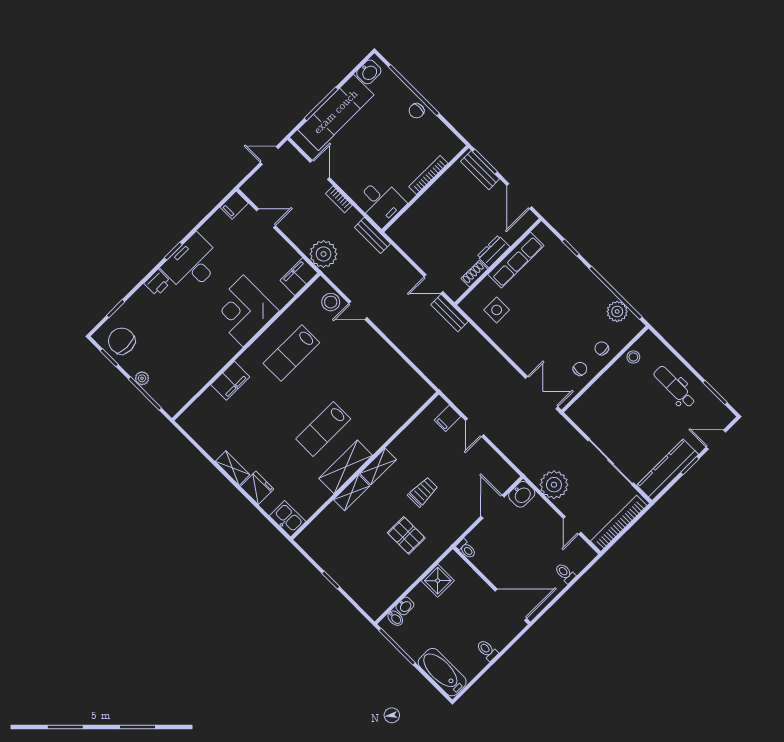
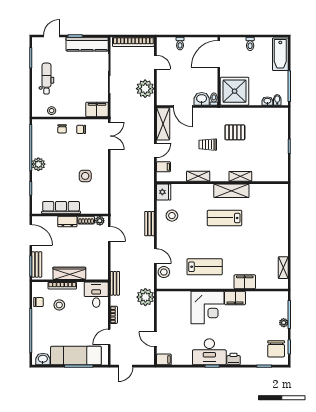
chair: (417, 111) -> (38, 302), moved
stool: (410, 150) -> (59, 305), added
door: (269, 155) -> (126, 366), hinge flipped
wardrobe: (434, 196) -> (69, 273), added
door: (519, 196) -> (31, 235), hinge flipped
filing cabinet: (299, 277) -> (235, 298), moved
plant: (458, 288) -> (100, 221), added
side table: (497, 310) -> (85, 176), moved
plant: (617, 311) -> (38, 164), moved
bench: (449, 313) -> (149, 224), moved
stool: (384, 374) -> (172, 216), added
dental chair: (675, 387) -> (46, 79), turned 180
double door: (542, 393) -> (109, 136), swing flipped
filing cabinet: (584, 408) -> (97, 109), added
lab bench: (323, 429) -> (225, 218), turned 180
door: (716, 440) -> (52, 36), swing flipped
shelving: (495, 465) -> (163, 124), added
shelving: (378, 466) -> (198, 176), moved
shelving: (233, 468) -> (283, 268), moved
fridge: (257, 488) -> (164, 192), moved, turned 180
washbasin: (522, 494) -> (202, 99), moved
door: (493, 507) -> (183, 106), hinge flipped
kitchen sink: (288, 519) -> (281, 193), removed
door: (572, 525) -> (155, 62), hinge flipped
pallet: (406, 535) -> (235, 132), turned 90
shower: (438, 581) -> (235, 91), width x1.86, depth x1.86
door: (511, 605) -> (219, 54), hinge flipped

